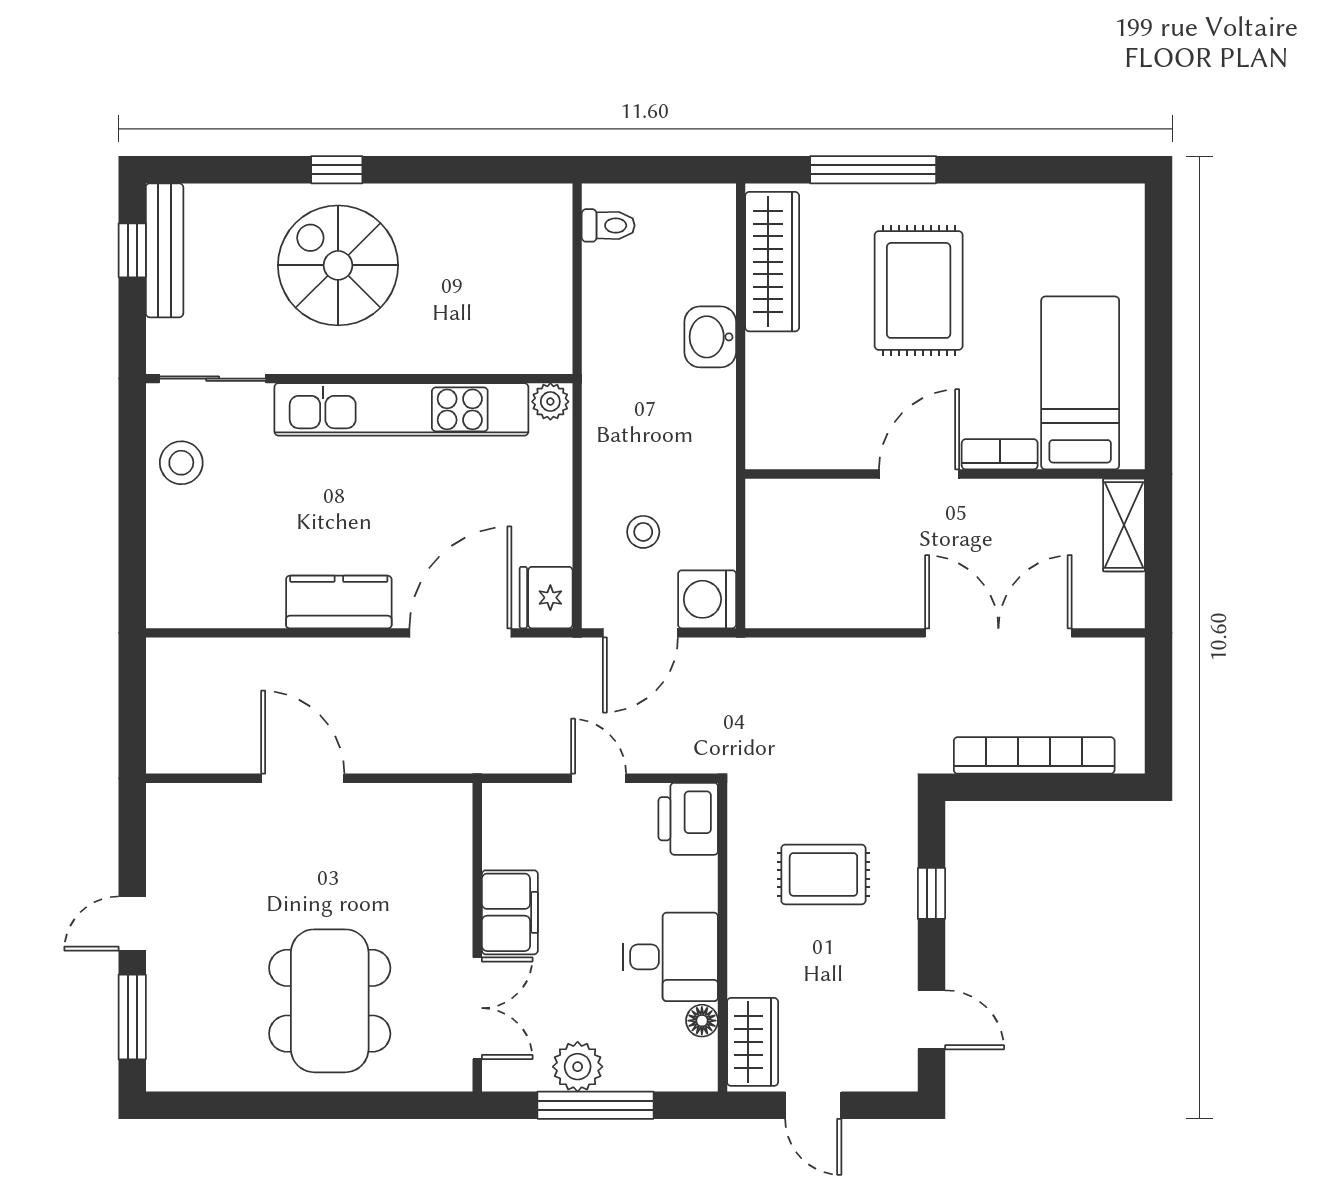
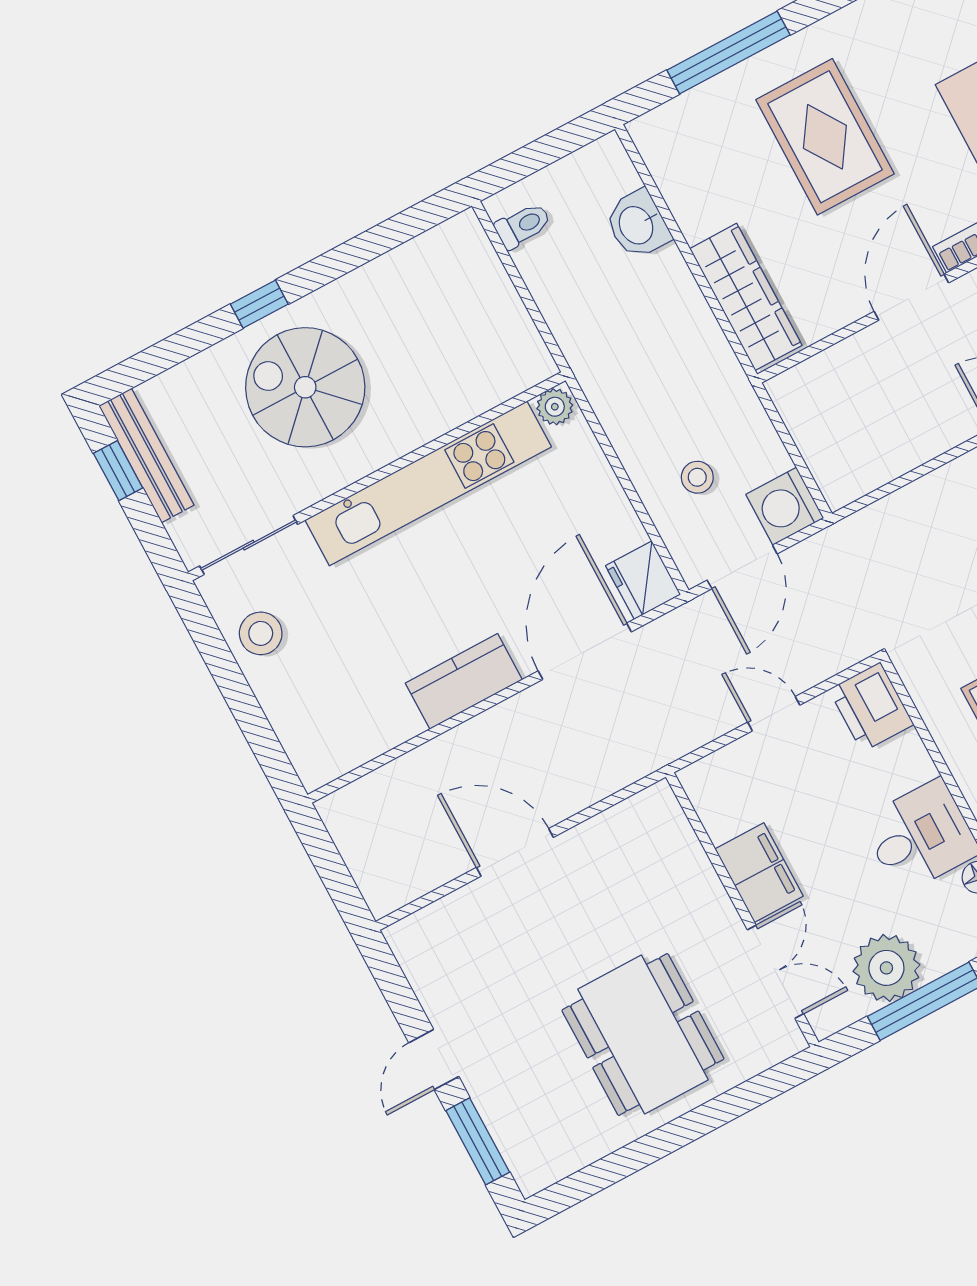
wardrobe: (772, 262) -> (746, 297), moved
washbasin: (710, 337) -> (637, 225), moved
plant: (578, 1067) -> (886, 968), width x1.36, depth x1.36

